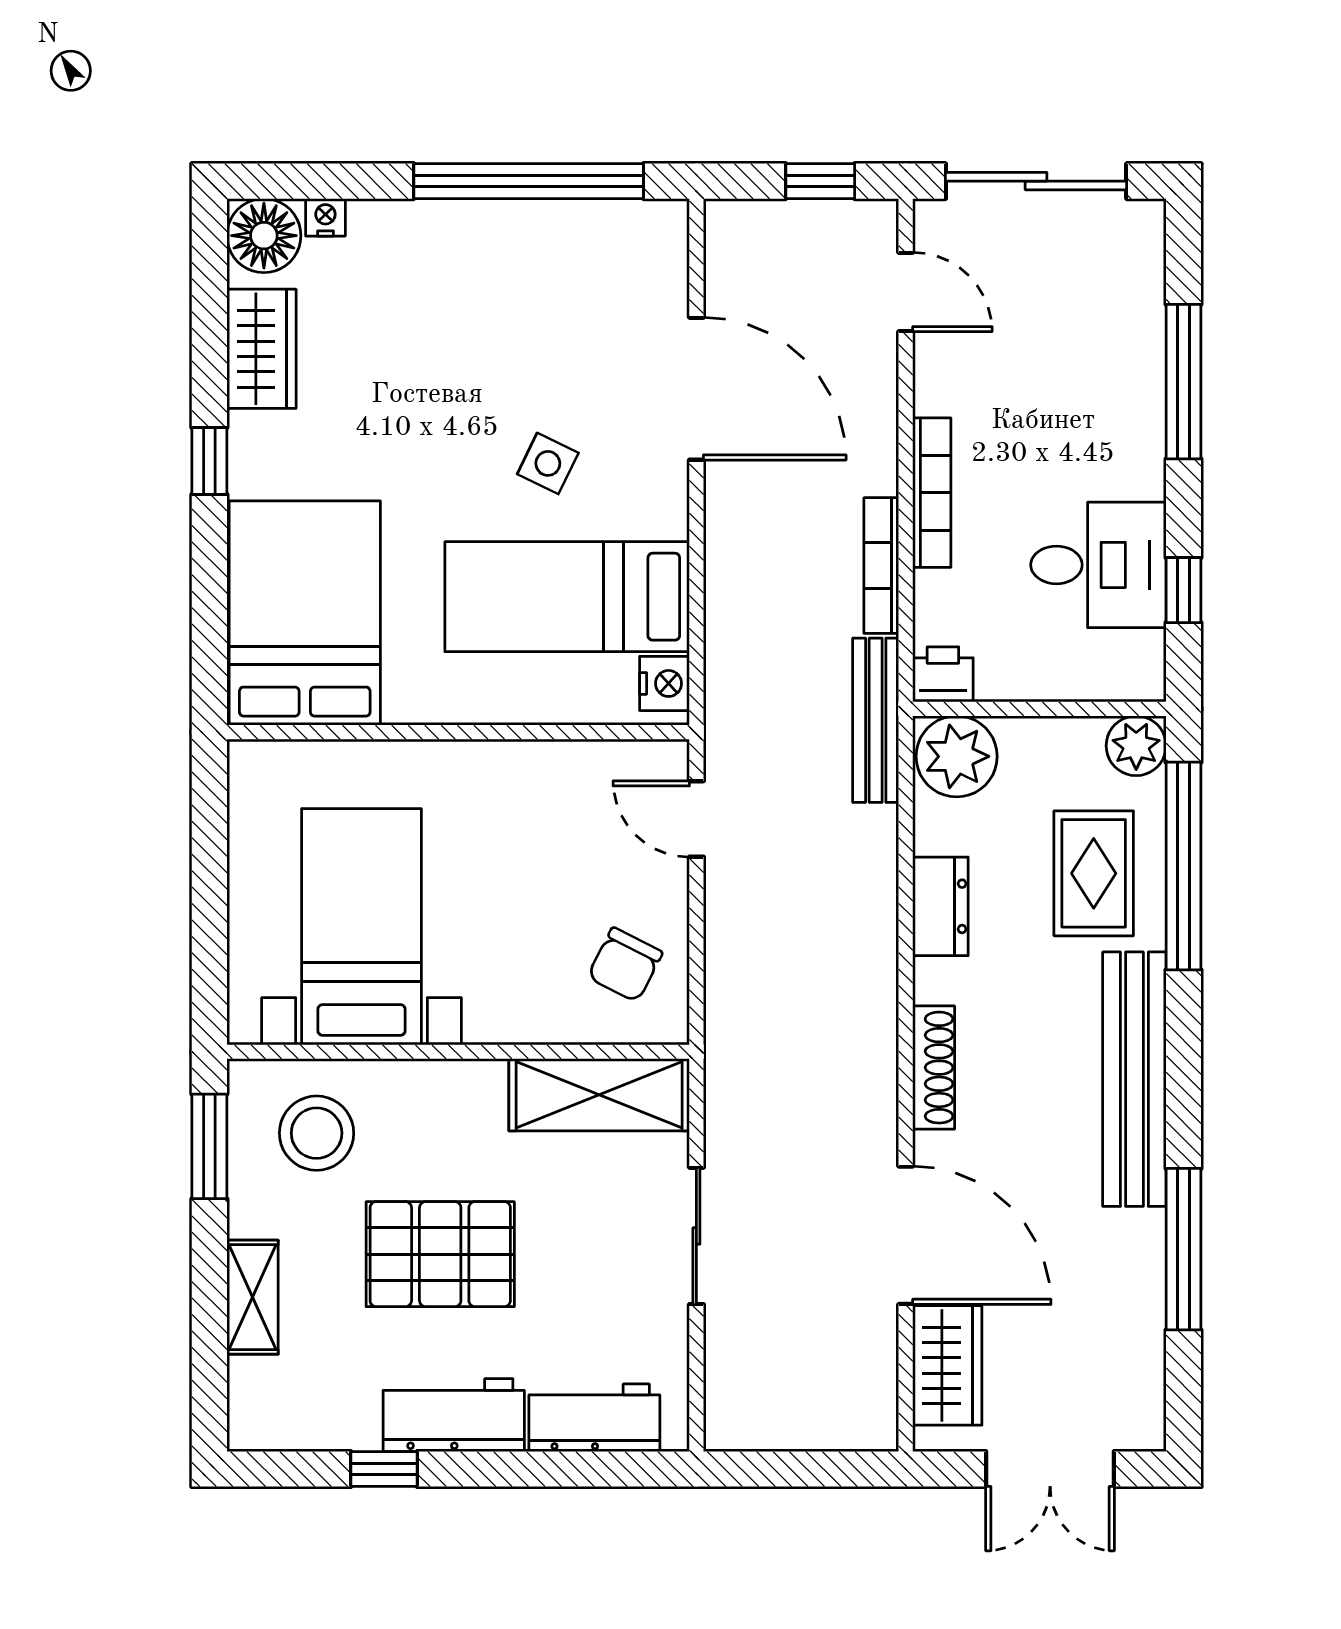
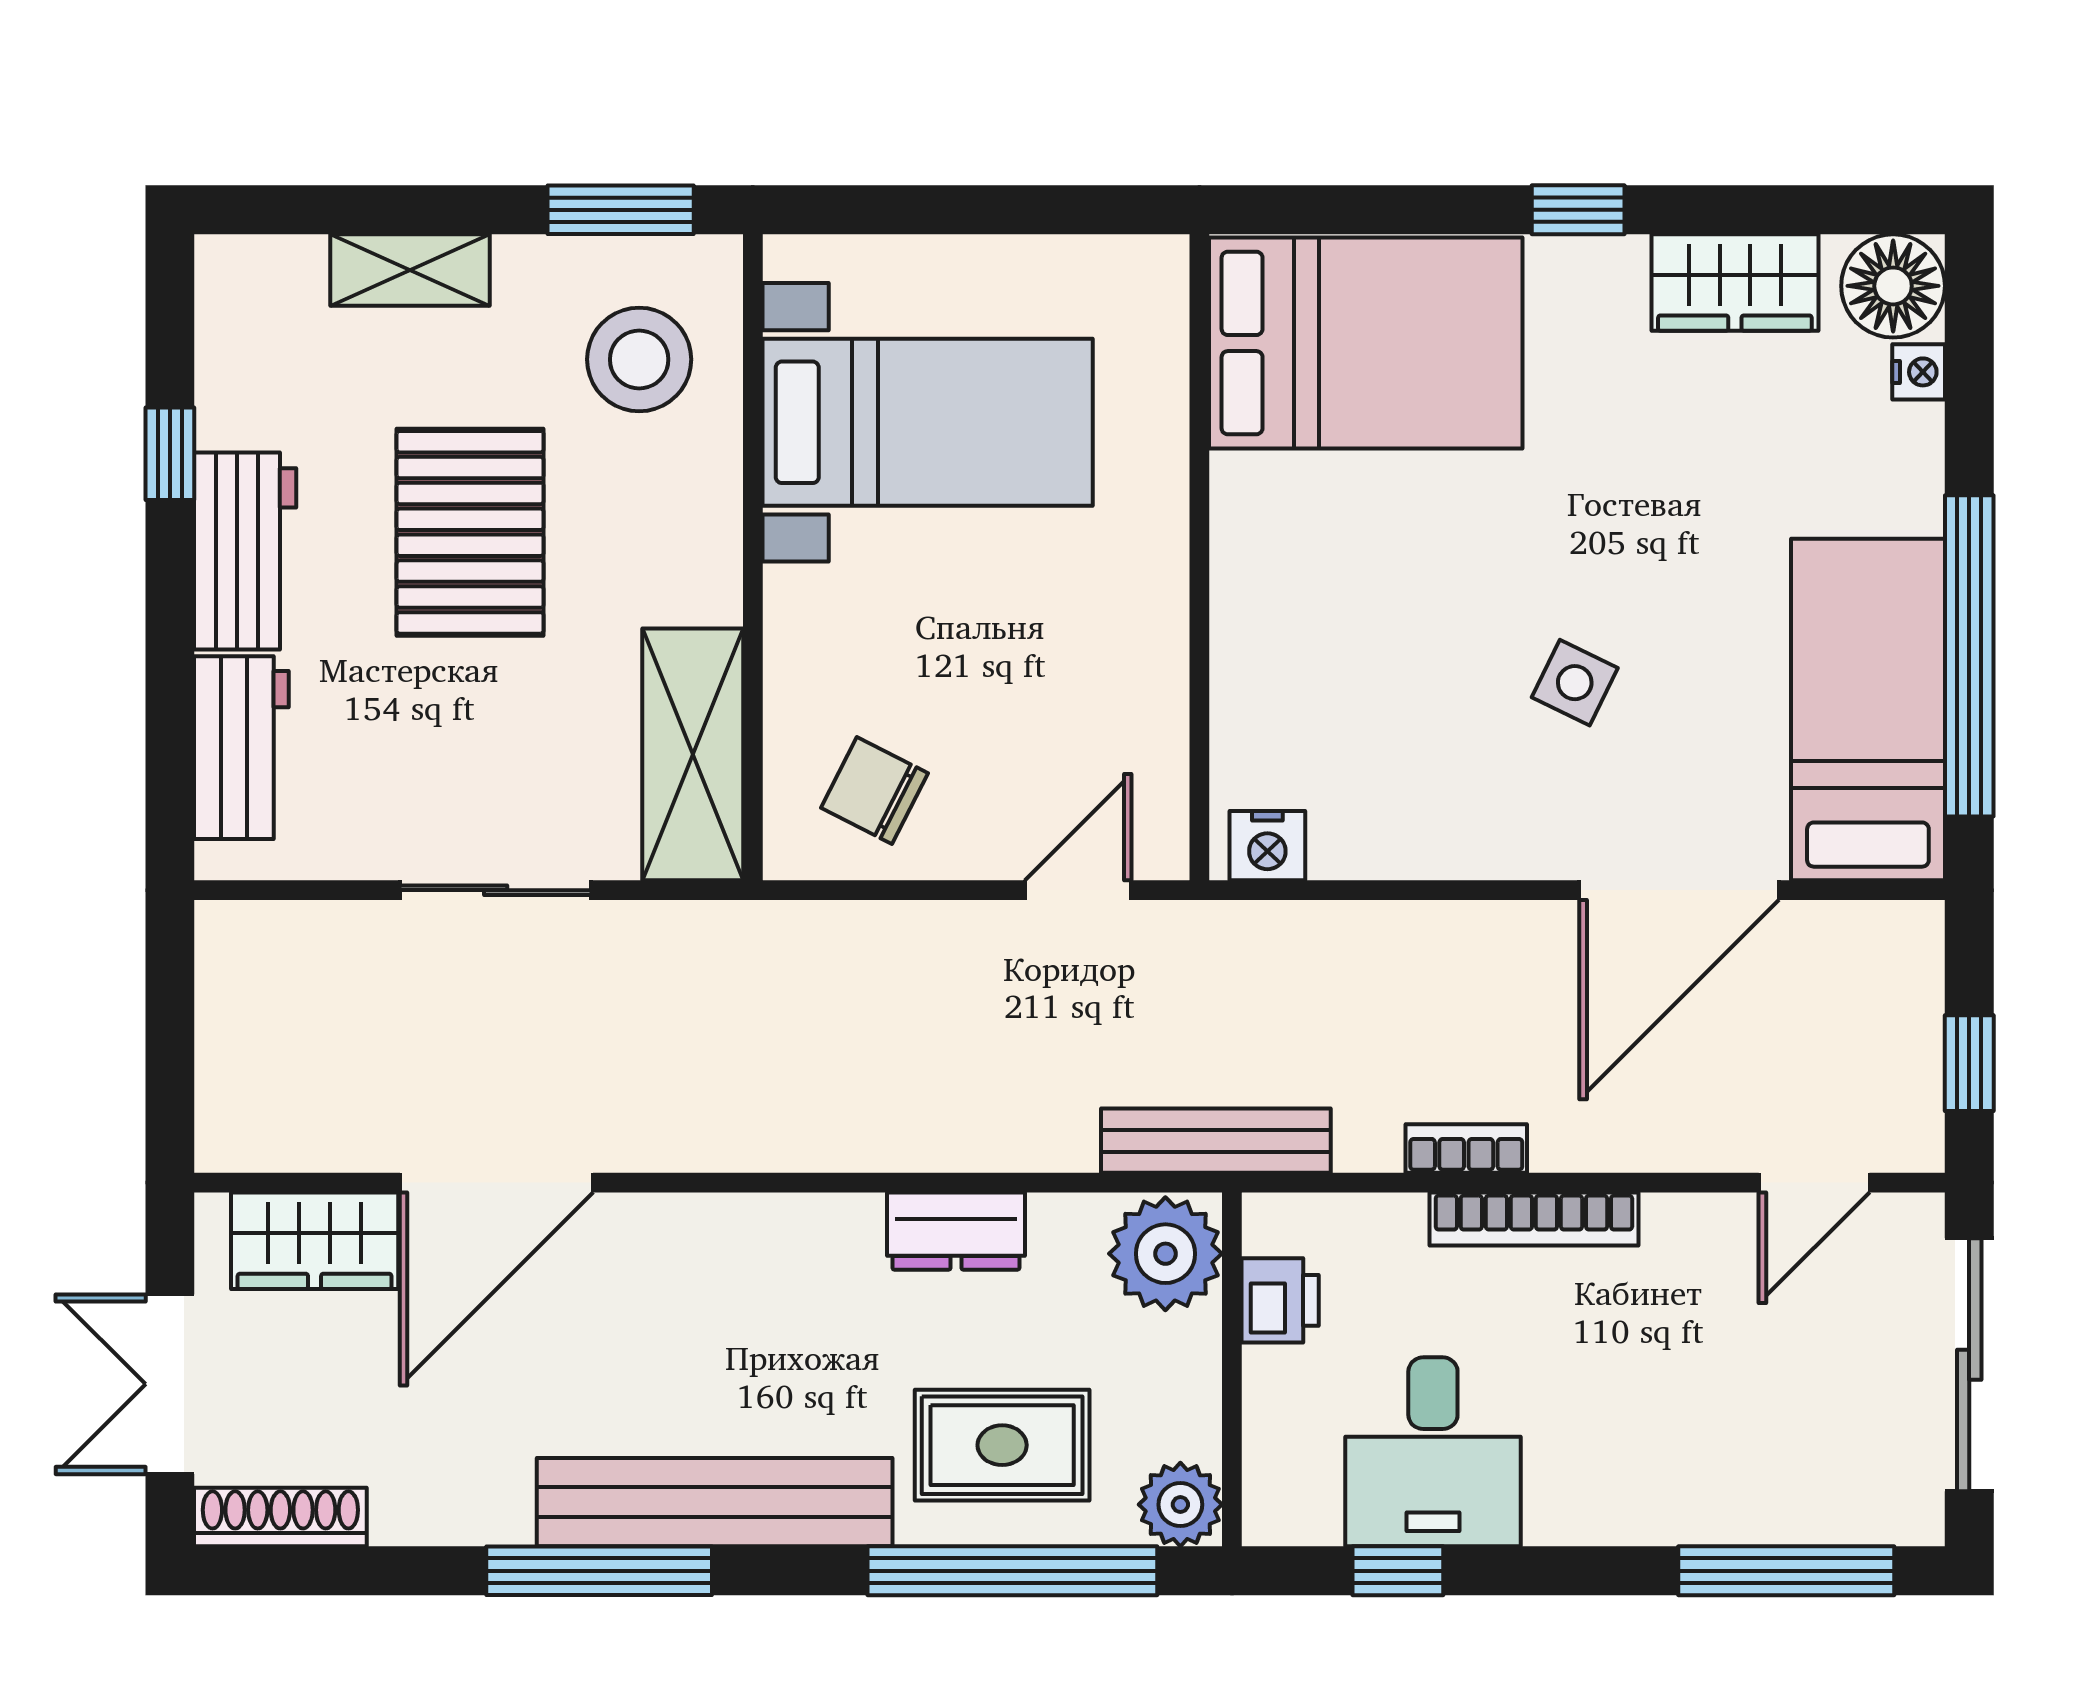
window: (1183, 382) -> (1786, 1571), moved
bookcase: (881, 566) -> (1466, 1149), width x0.64
bed: (567, 597) -> (1868, 710), moved
printer: (943, 674) -> (1280, 1300), moved
shoe rack: (934, 1068) -> (280, 1517), moved, turned 180
window: (1183, 1249) -> (599, 1571), moved

